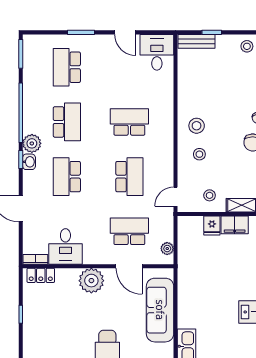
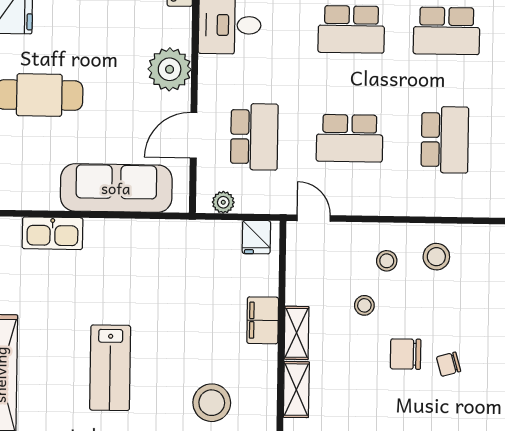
school desk: (67, 177) -> (351, 29), turned 180
stool: (210, 195) -> (364, 305), moved
fridge: (212, 225) -> (256, 237), moved, turned -90

